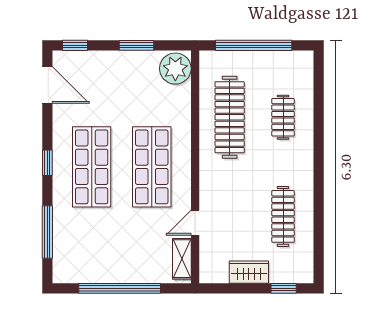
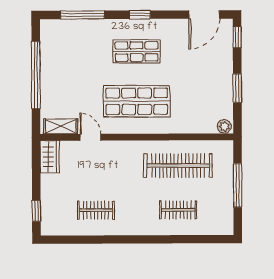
window: (254, 45) -> (238, 185), width x0.68
plant: (175, 69) -> (224, 126), width x0.53, depth x0.53
shop shelf: (92, 167) -> (136, 51), width x0.70, depth x0.74
clothes rail: (283, 216) -> (96, 210), width x0.73
wardrobe: (249, 272) -> (50, 157), moved

